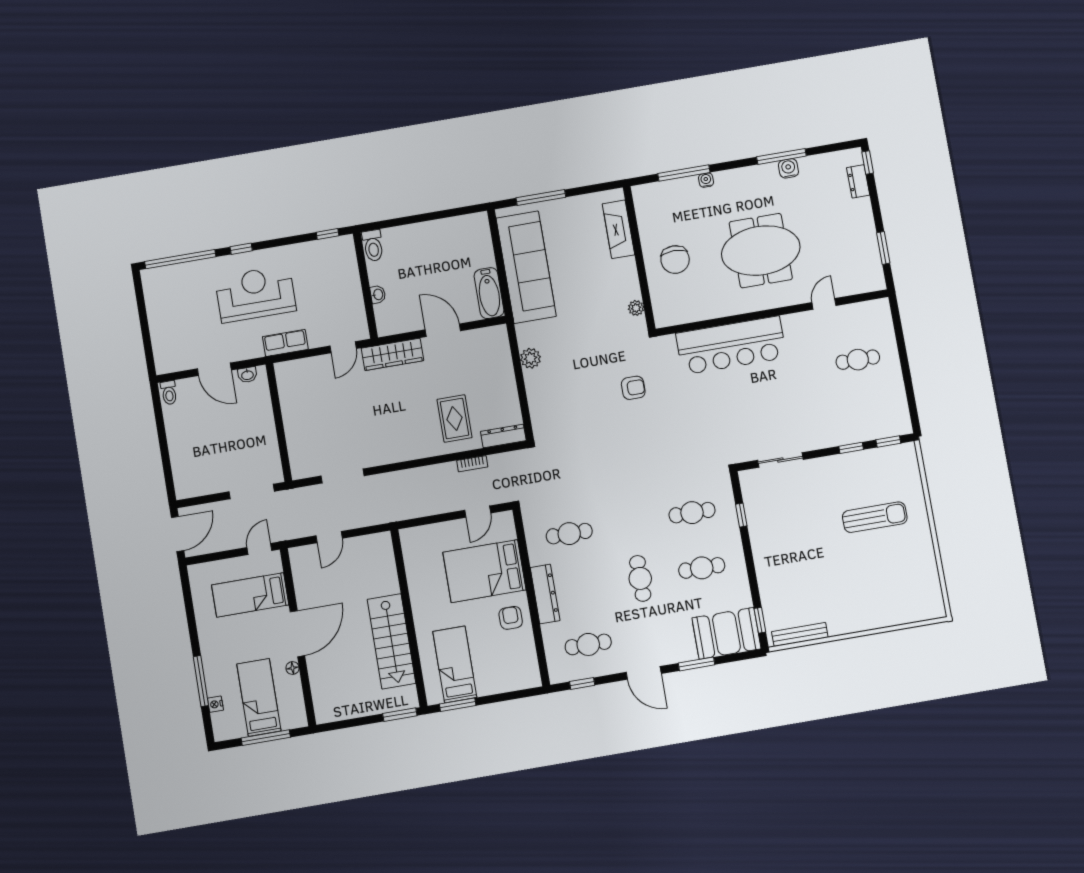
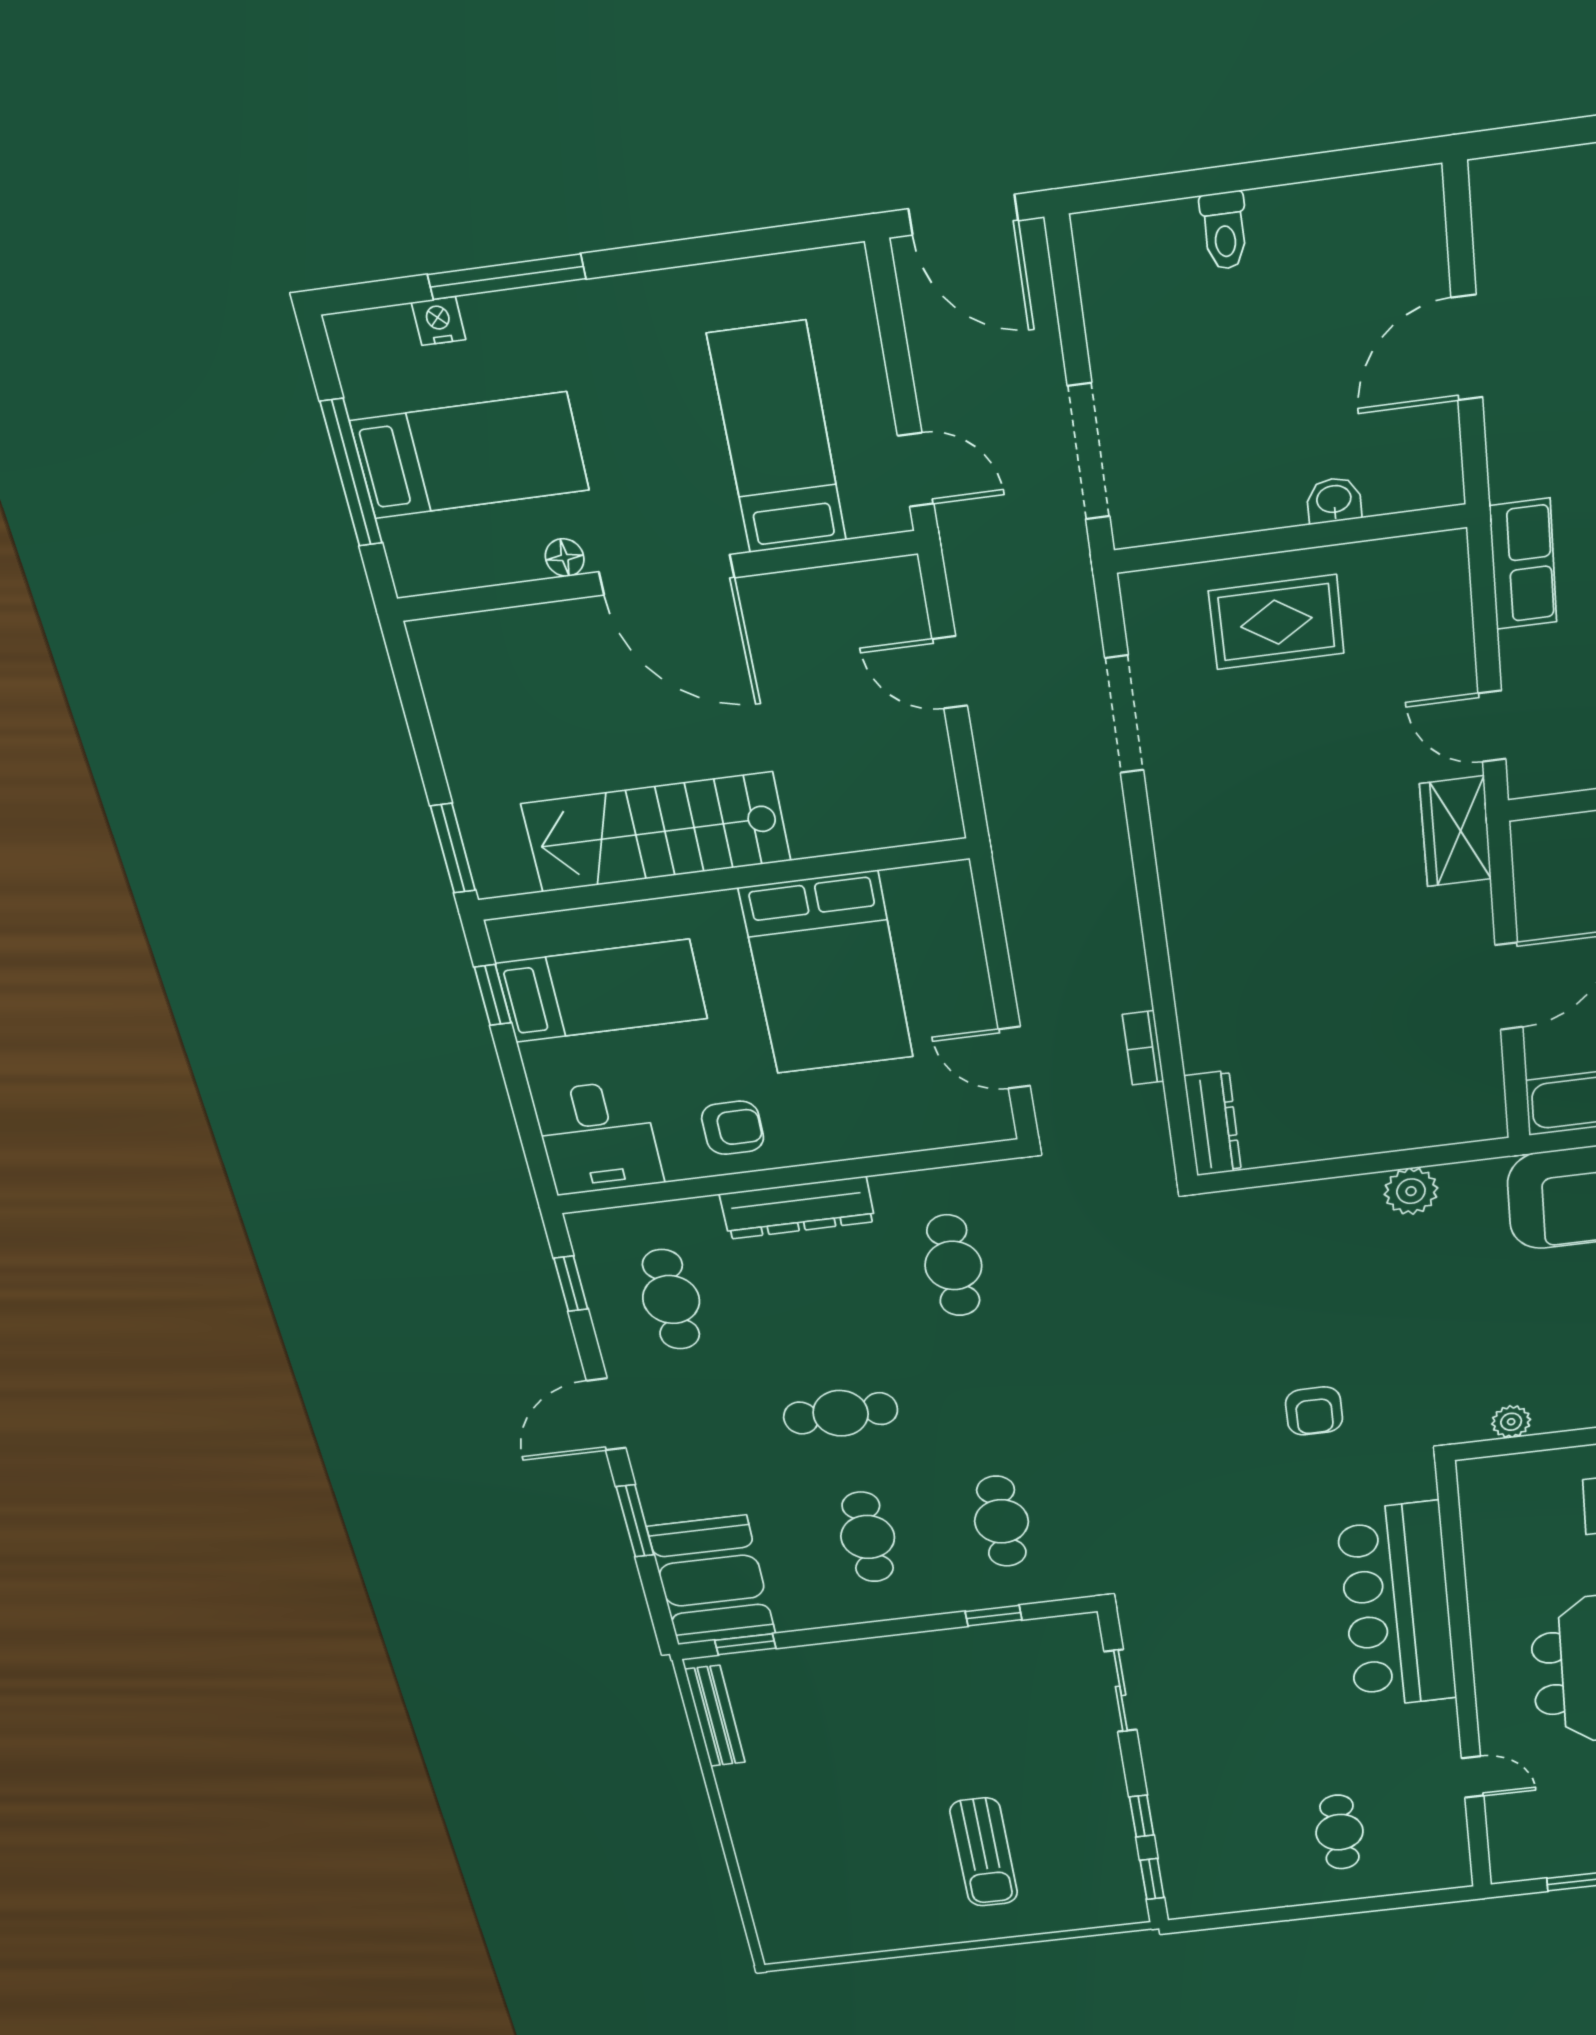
wardrobe: (392, 354) -> (1456, 832), width x0.67
washbasin: (247, 375) -> (1334, 500), moved, turned 90
toilet: (169, 393) -> (1224, 231), moved, turned -90
rug: (455, 418) -> (1276, 622), moved
bed: (484, 571) -> (827, 973), moved, turned 180
desk: (517, 669) -> (598, 1138), added
window: (458, 705) -> (493, 995), width x0.67

